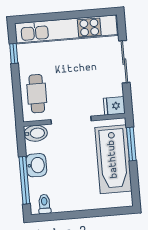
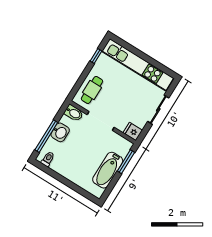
bathtub: (113, 159) -> (108, 170), width x0.73, depth x0.73

